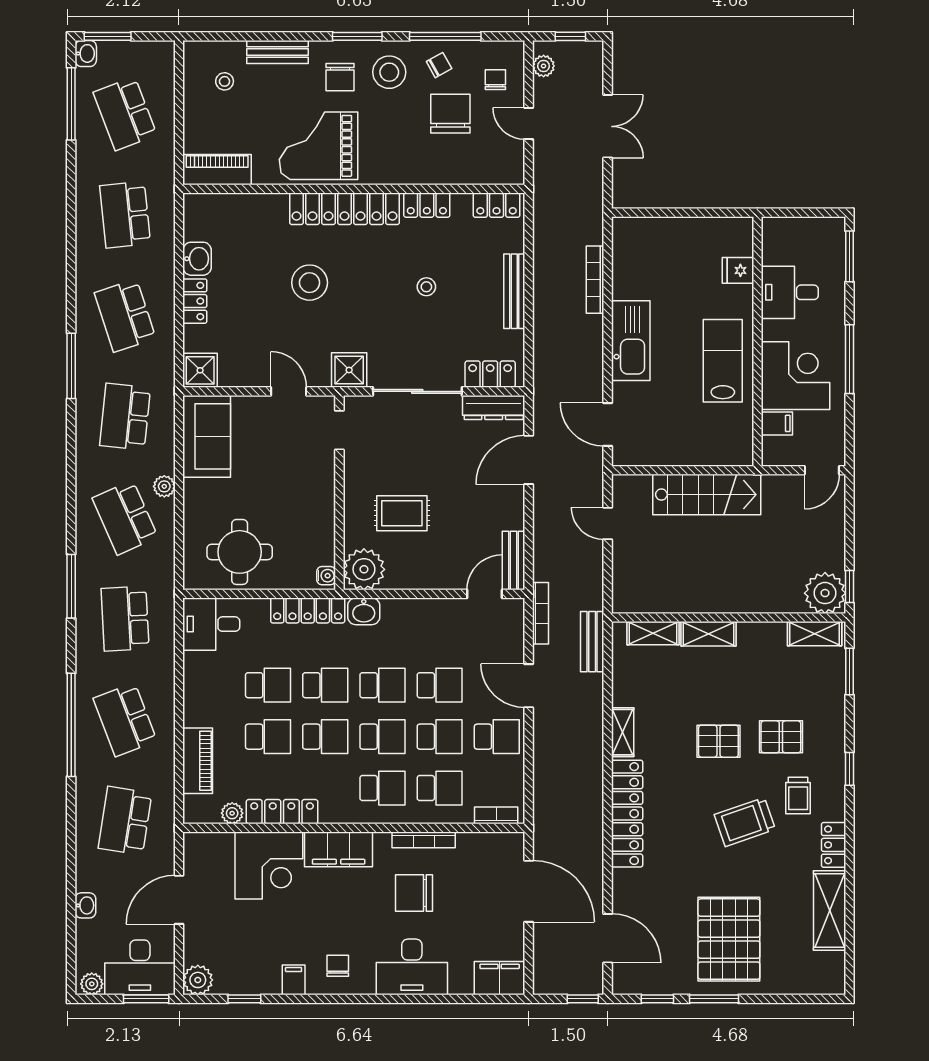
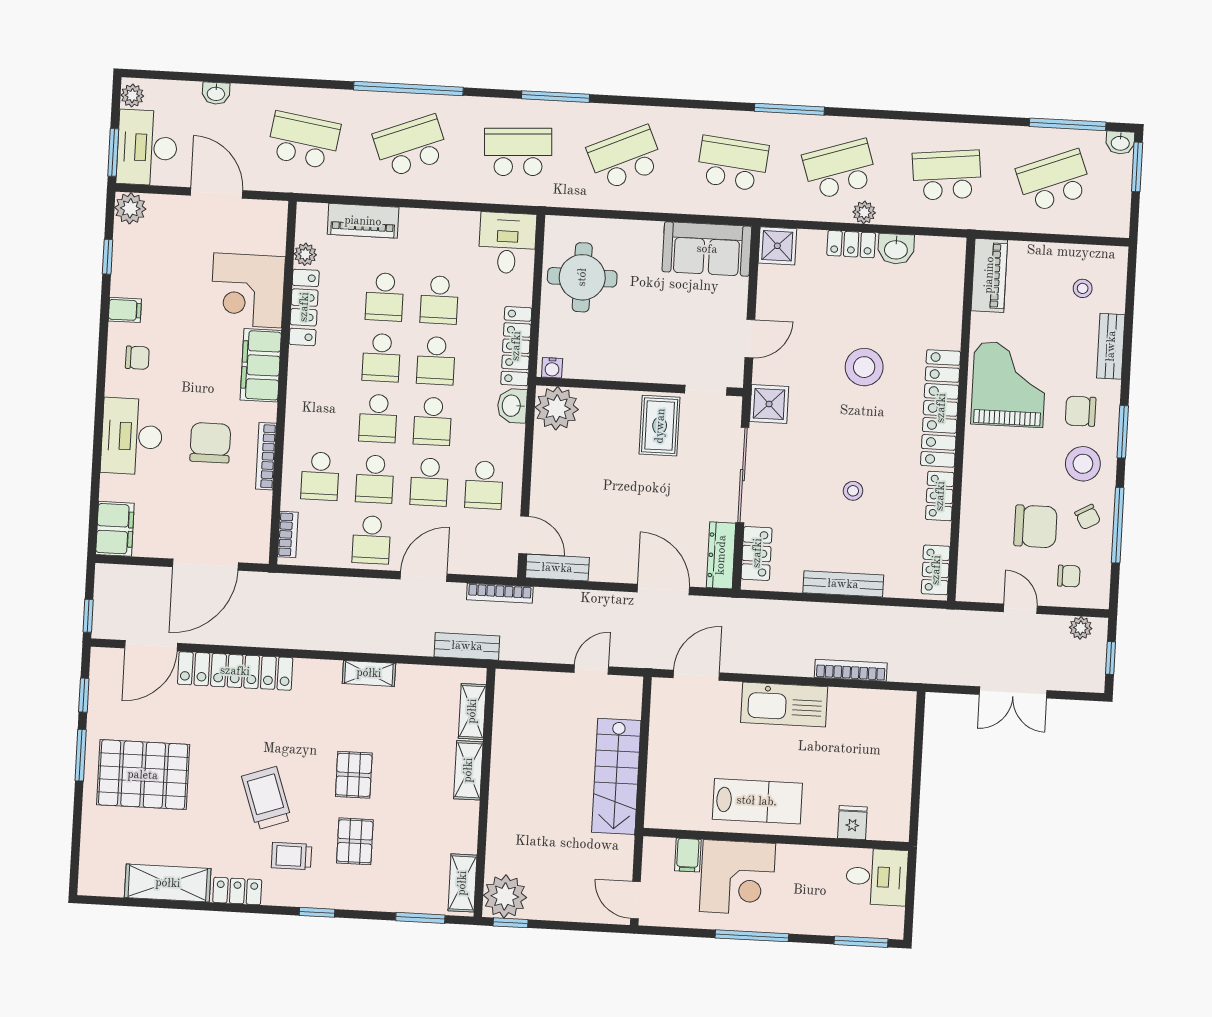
door: (529, 124) -> (1020, 609), hinge flipped
desk: (790, 292) -> (877, 877), moved, turned 90
plant: (164, 486) -> (864, 212), moved
rug: (402, 513) -> (660, 426), moved
school desk: (382, 788) -> (484, 485), moved
locker: (627, 814) -> (235, 671), moved

